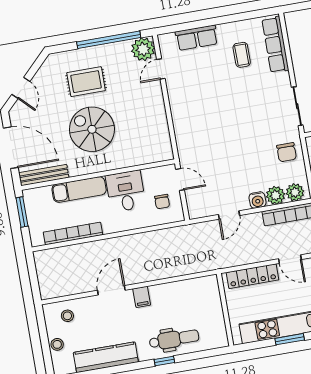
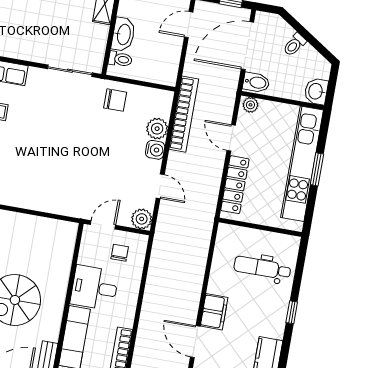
plant: (295, 192) -> (142, 219), moved
chair: (162, 202) -> (120, 253), turned -90
door: (290, 259) -> (231, 138), swing flipped
filing cabinet: (142, 297) -> (214, 312), width x2.00
dental chair: (174, 339) -> (262, 268), moved, turned -90

